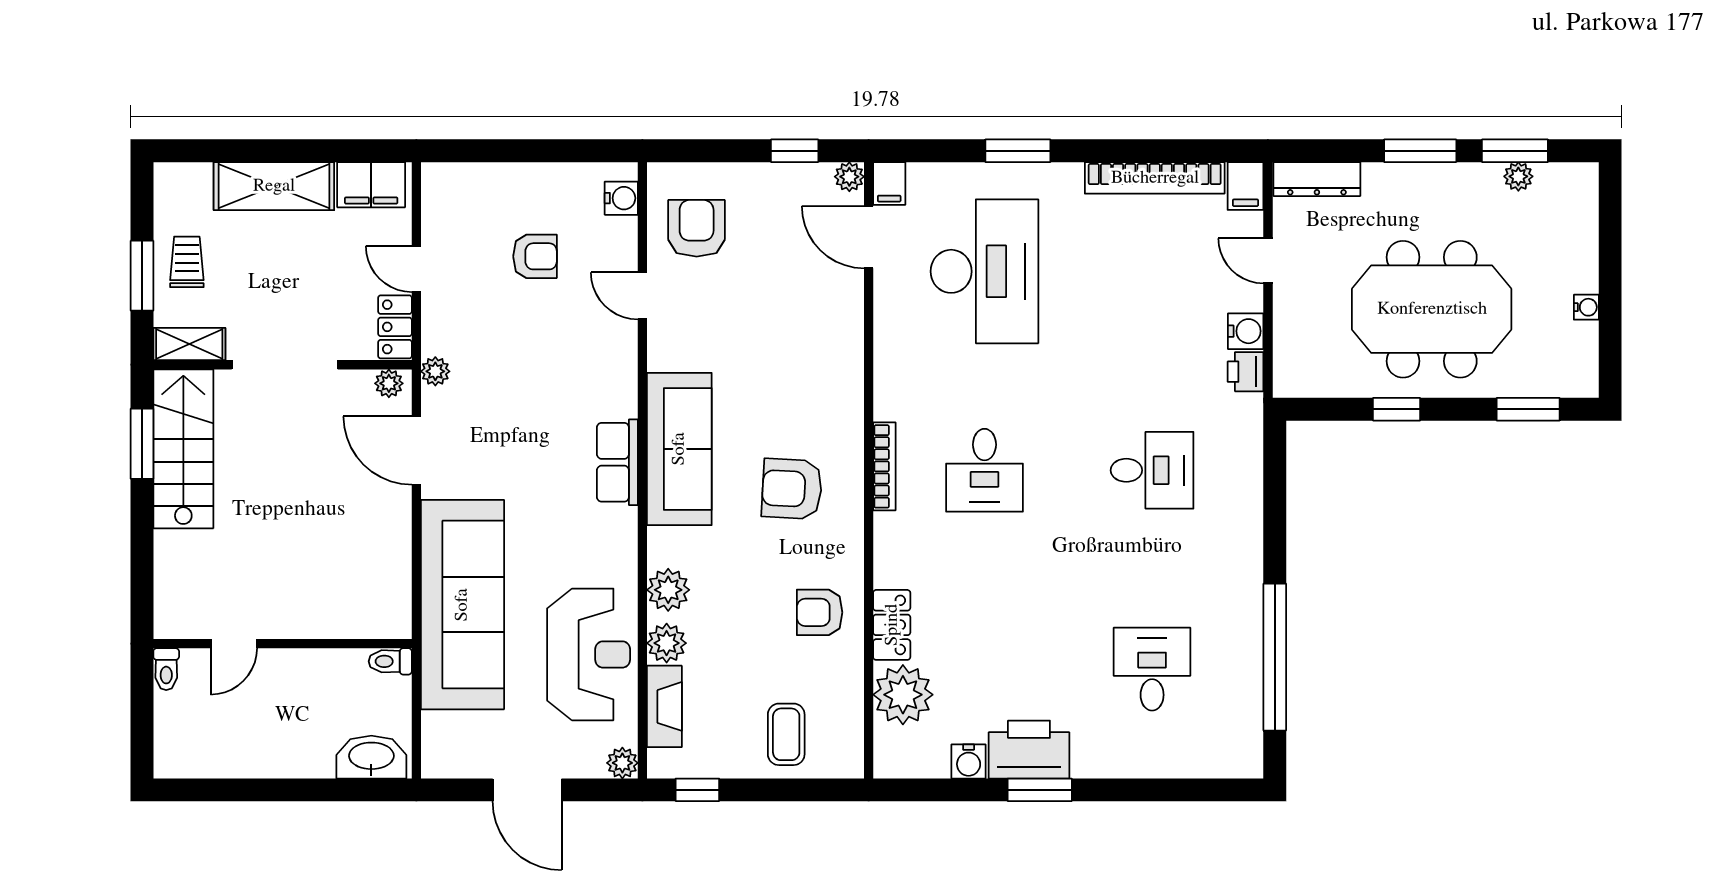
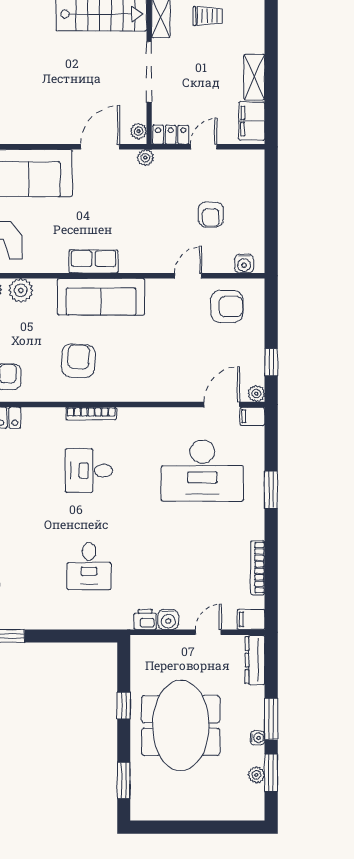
bookcase: (1155, 178) -> (258, 568), width x0.68, depth x0.76
shelving: (274, 186) -> (254, 77), width x0.67, depth x0.75
water cooler: (1586, 307) -> (257, 738), moved, turned -90

